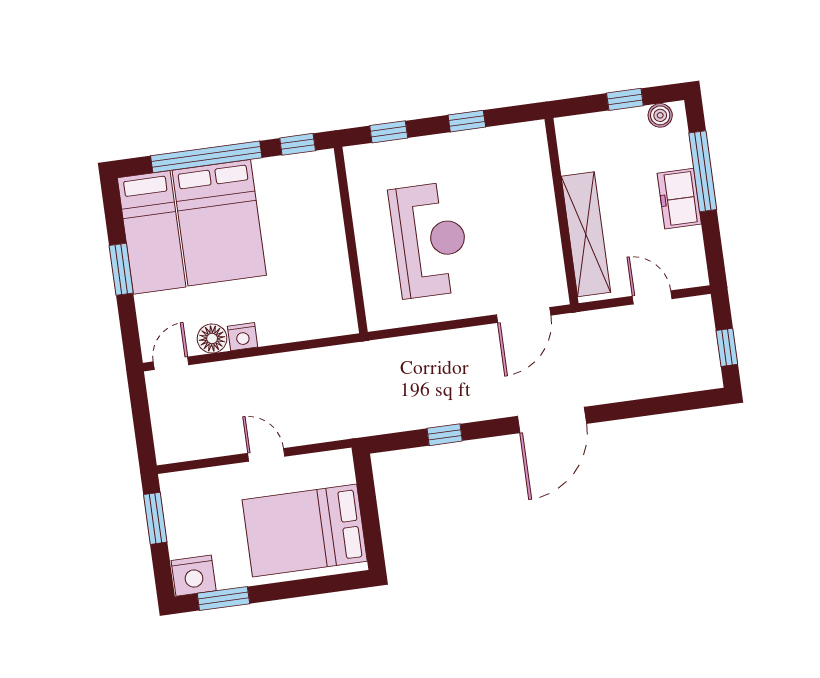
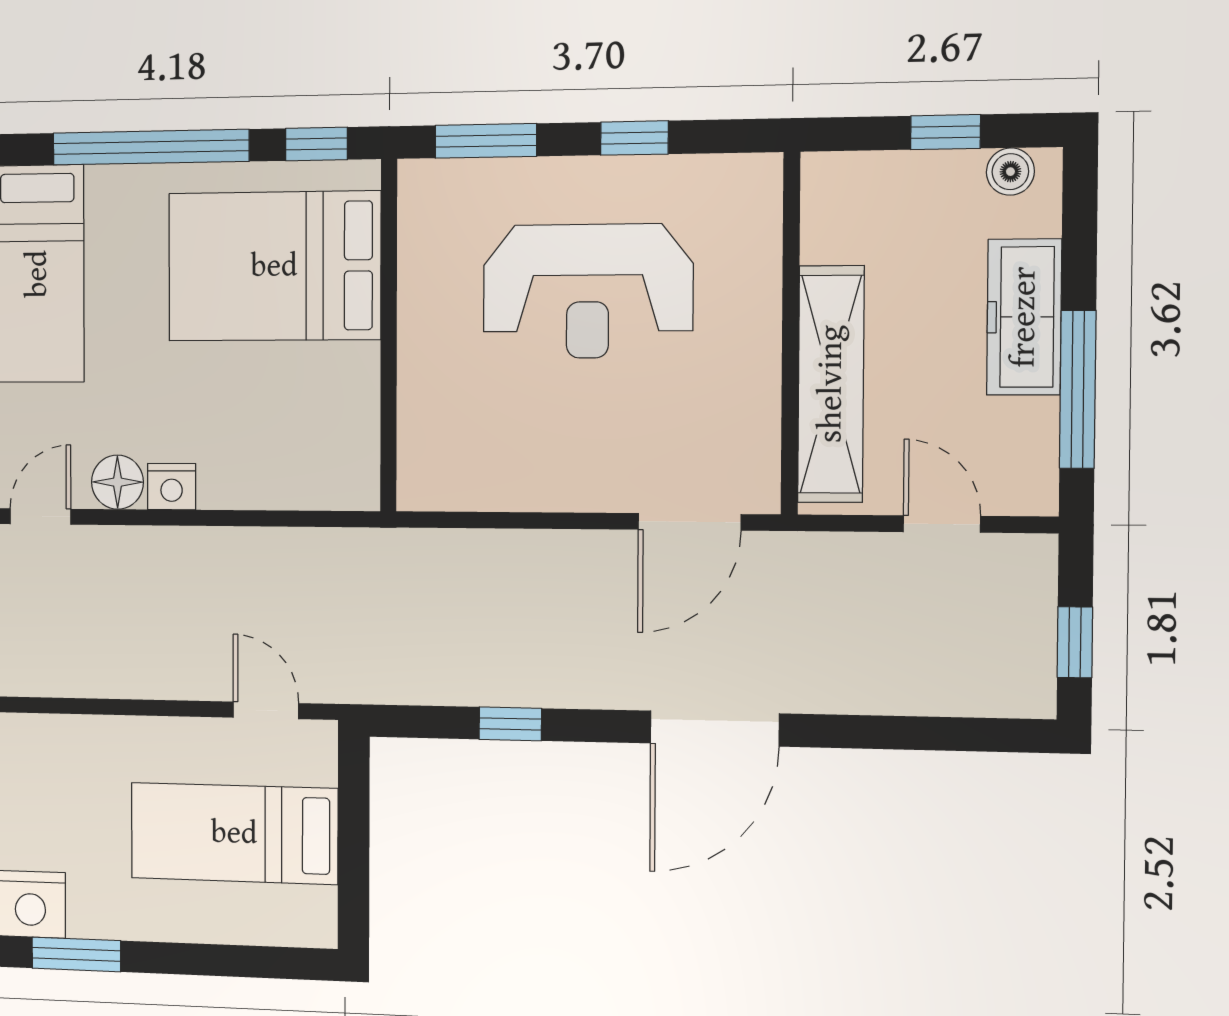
window: (389, 132) -> (486, 141), width x1.50
window: (703, 171) -> (1078, 389), moved
freezer: (679, 199) -> (1024, 317), width x1.40
bed: (219, 223) -> (274, 266), moved, turned 90
reception desk: (430, 240) -> (588, 291), moved, turned 90
door: (266, 455) -> (266, 710), moved
bed: (305, 530) -> (234, 833), width x0.67

